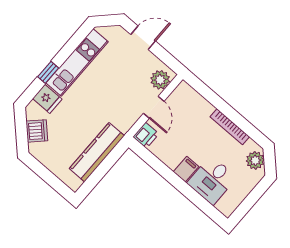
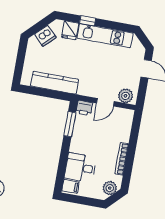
window: (155, 163) -> (70, 124), added
filing cabinet: (186, 169) -> (71, 186), moved

